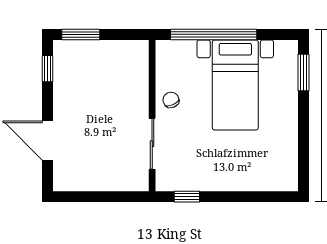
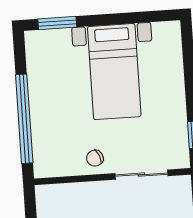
bed with nightstands: (235, 85) -> (114, 72), moved, turned 90

